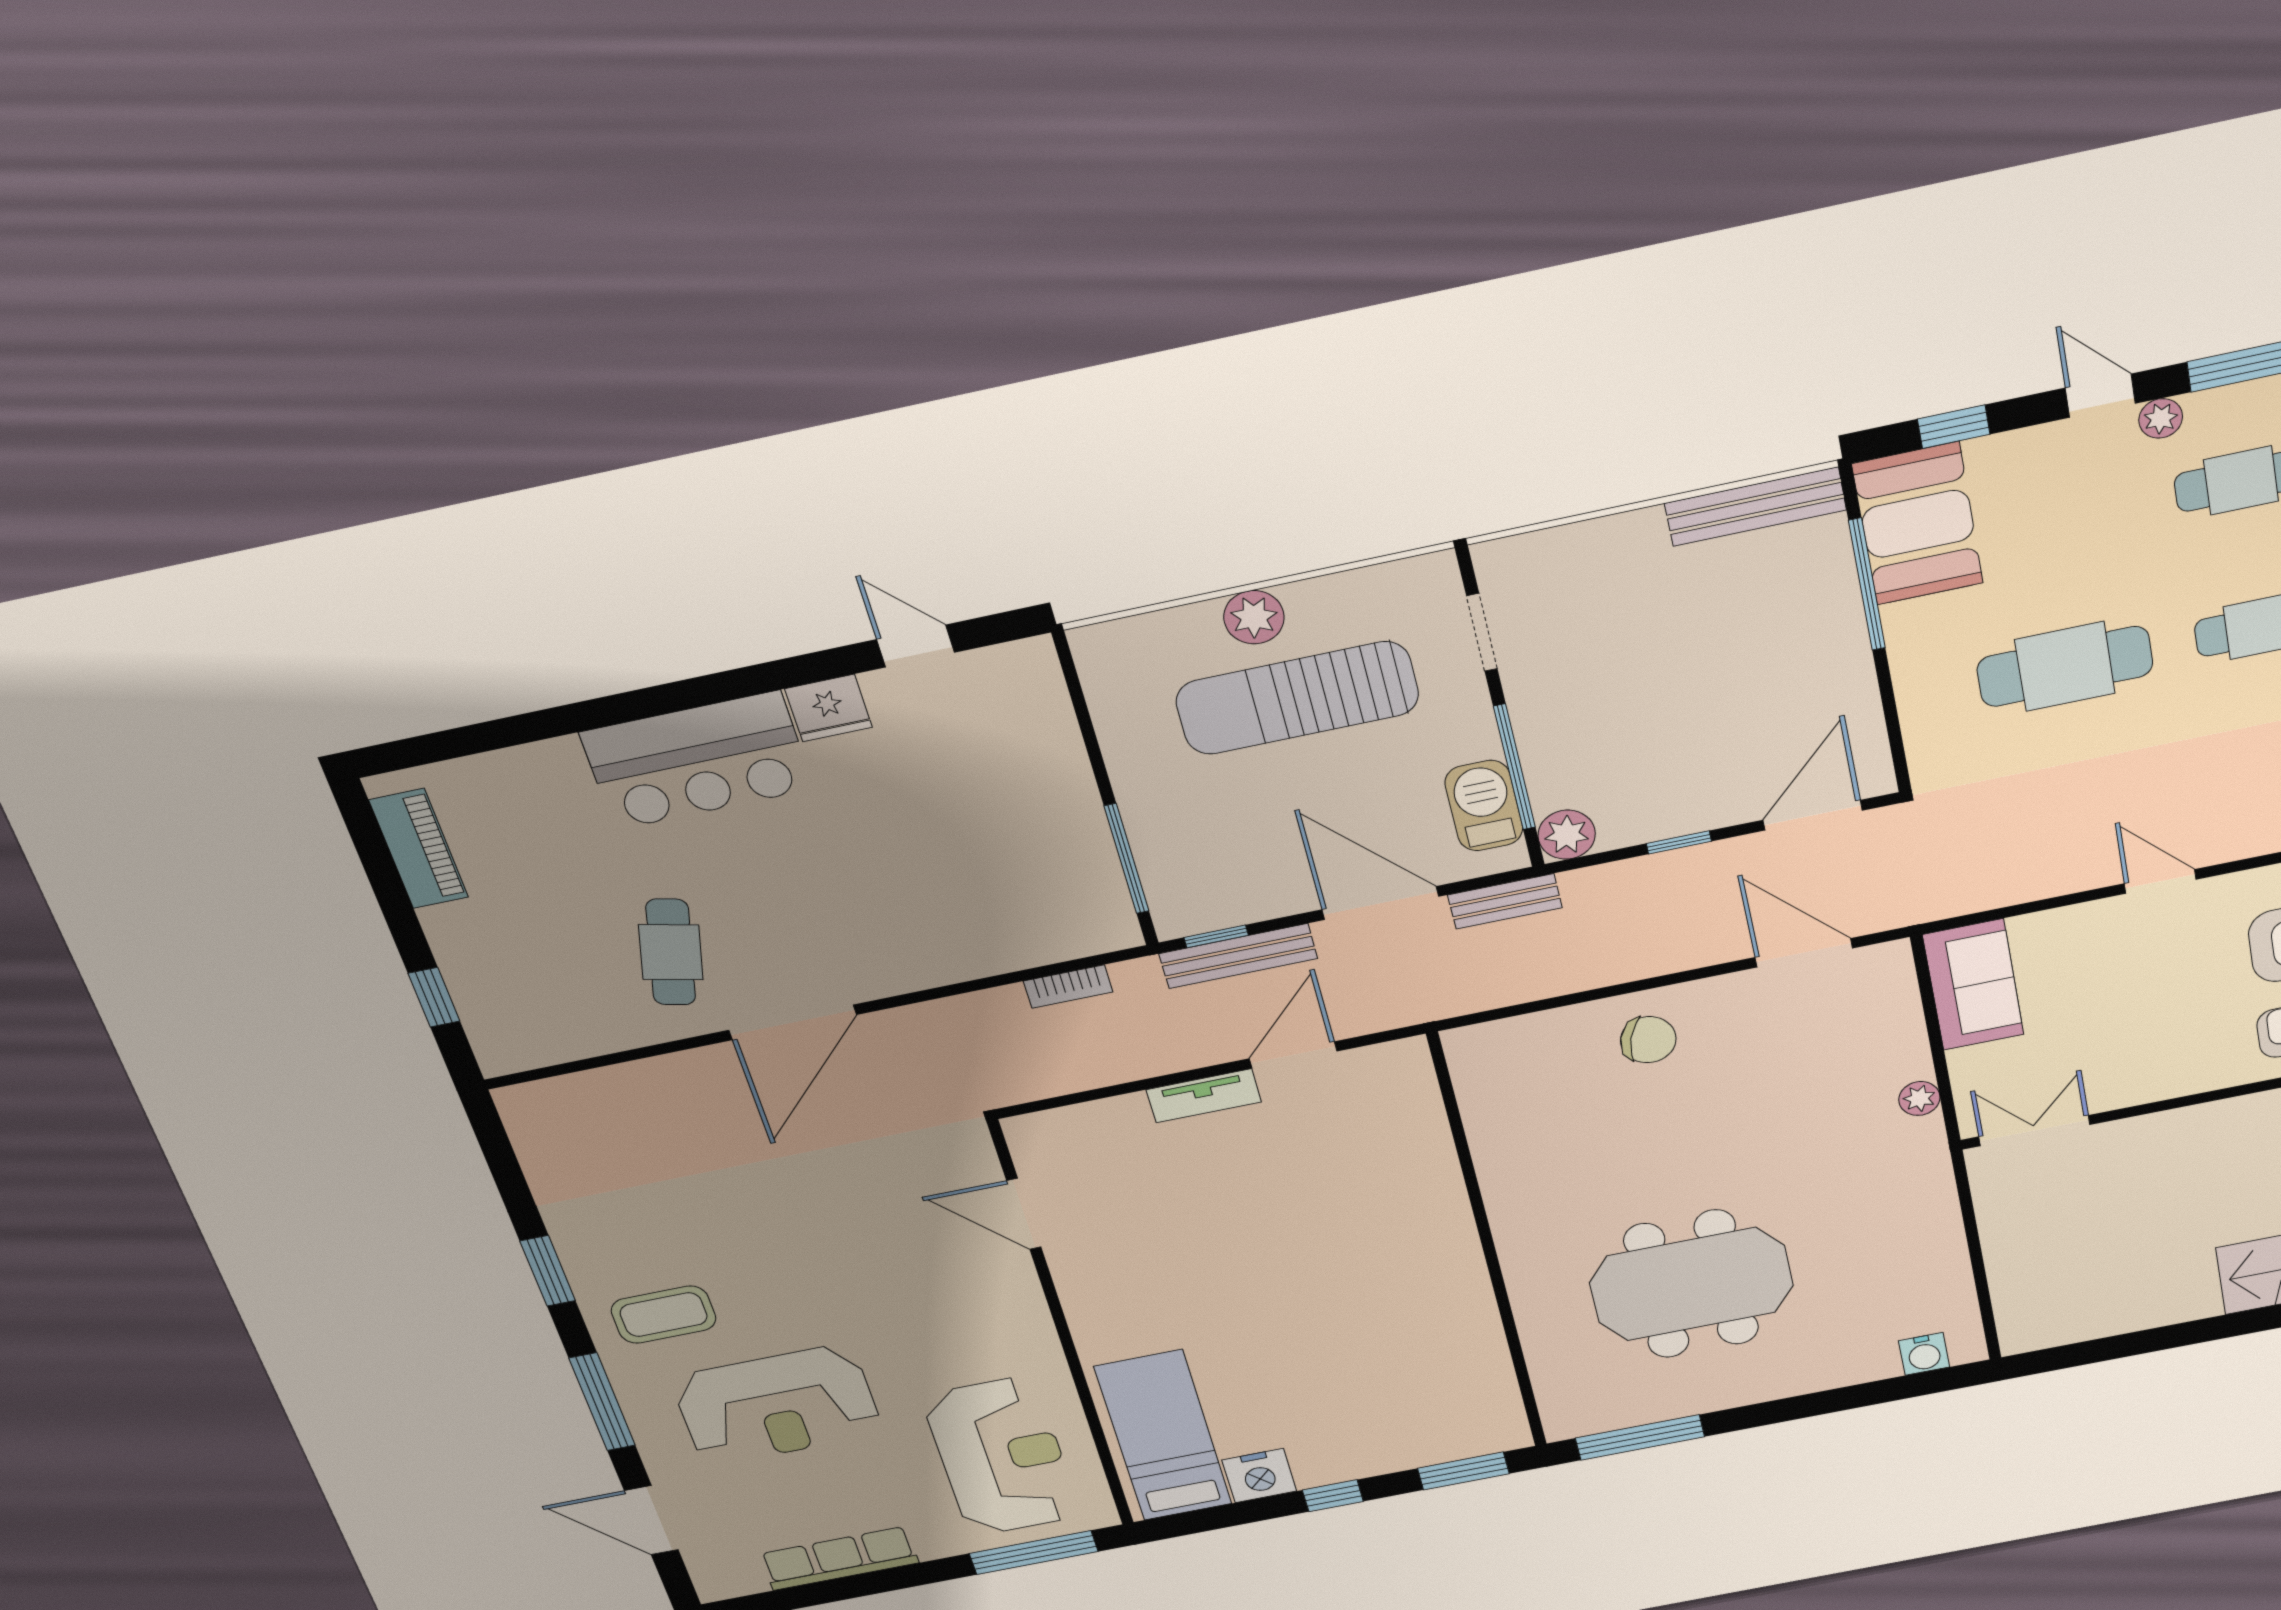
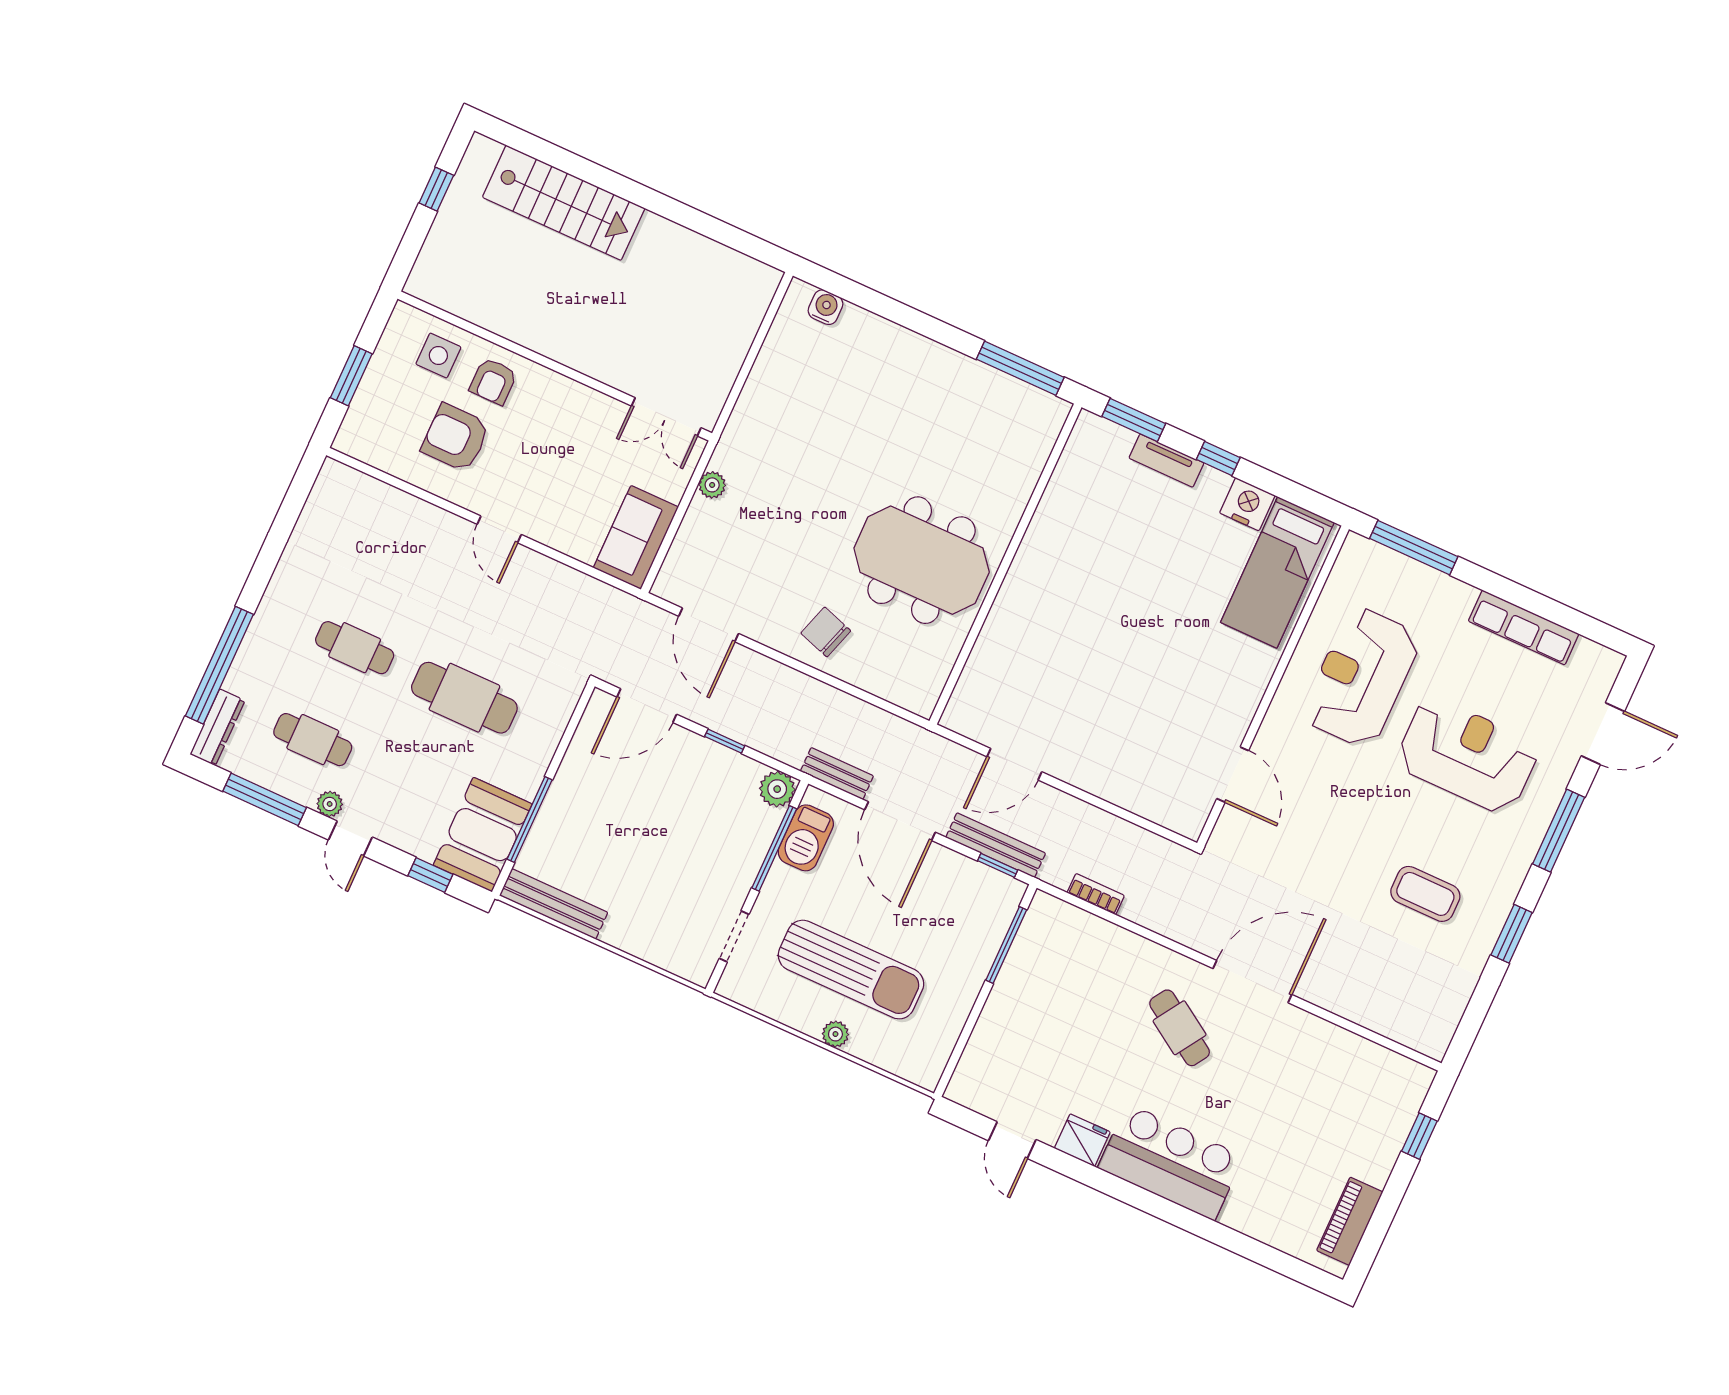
plant: (1254, 617) -> (835, 1034), width x0.73, depth x0.73
cafe table: (671, 952) -> (1180, 1028), moved, turned -71
tv unit: (1204, 1096) -> (1166, 461), moved, turned 180
meeting table: (1691, 1284) -> (922, 560), moved
coffee table: (664, 1315) -> (1425, 894), moved
reception desk: (1002, 1456) -> (1361, 677), moved
door: (651, 1520) -> (1603, 734), hinge flipped

